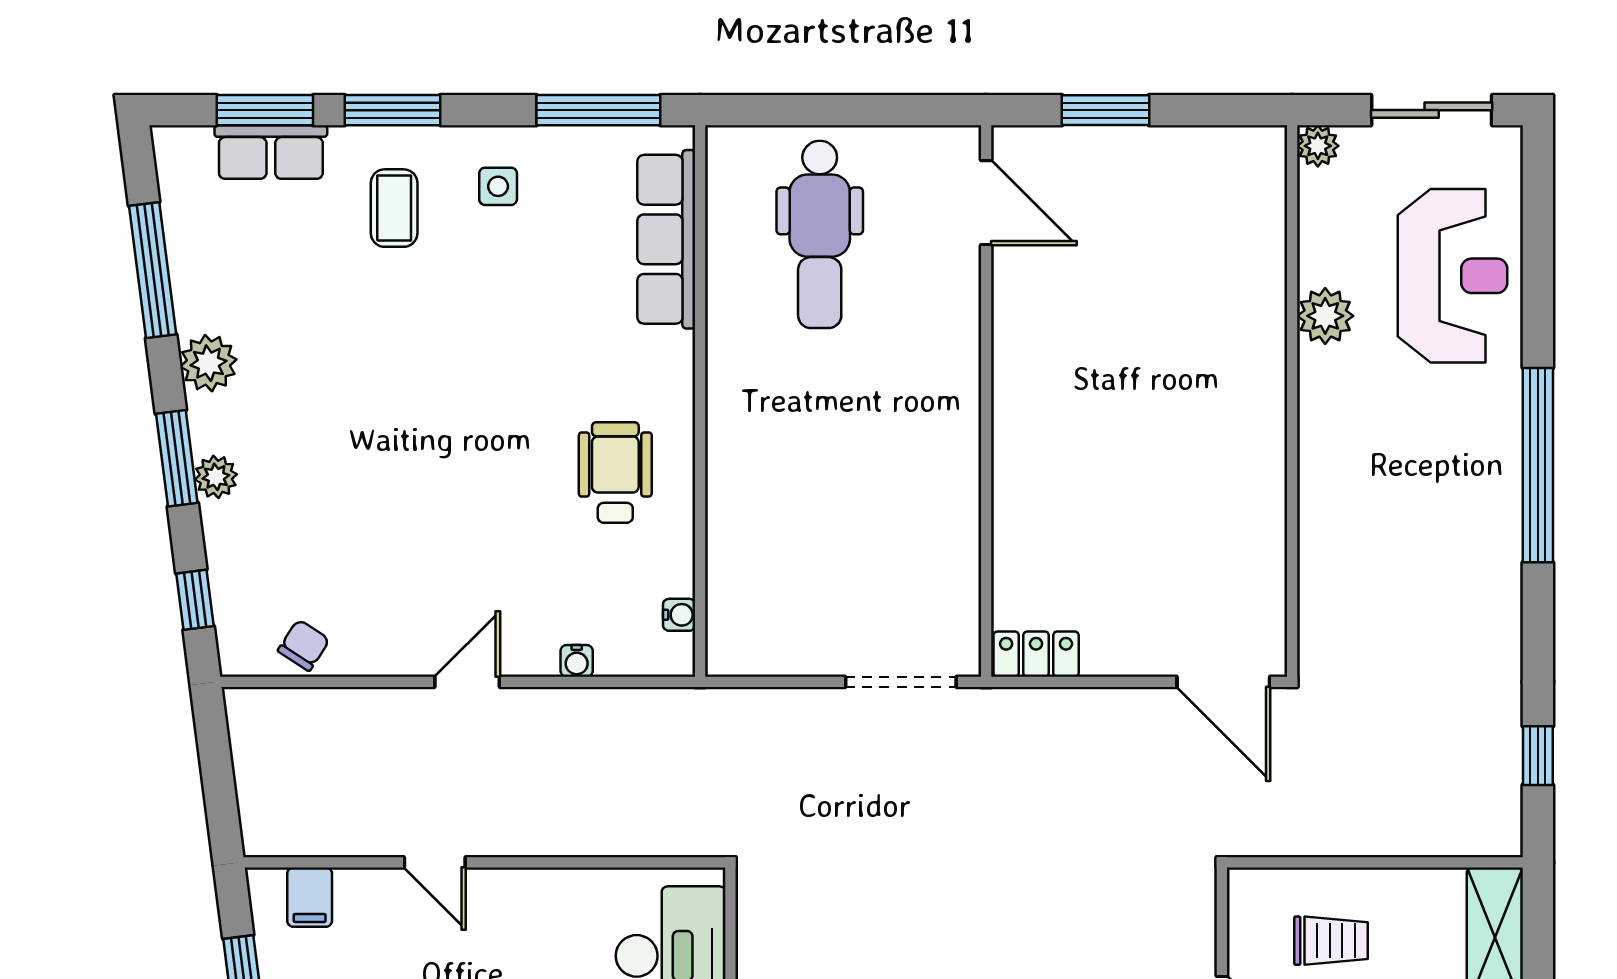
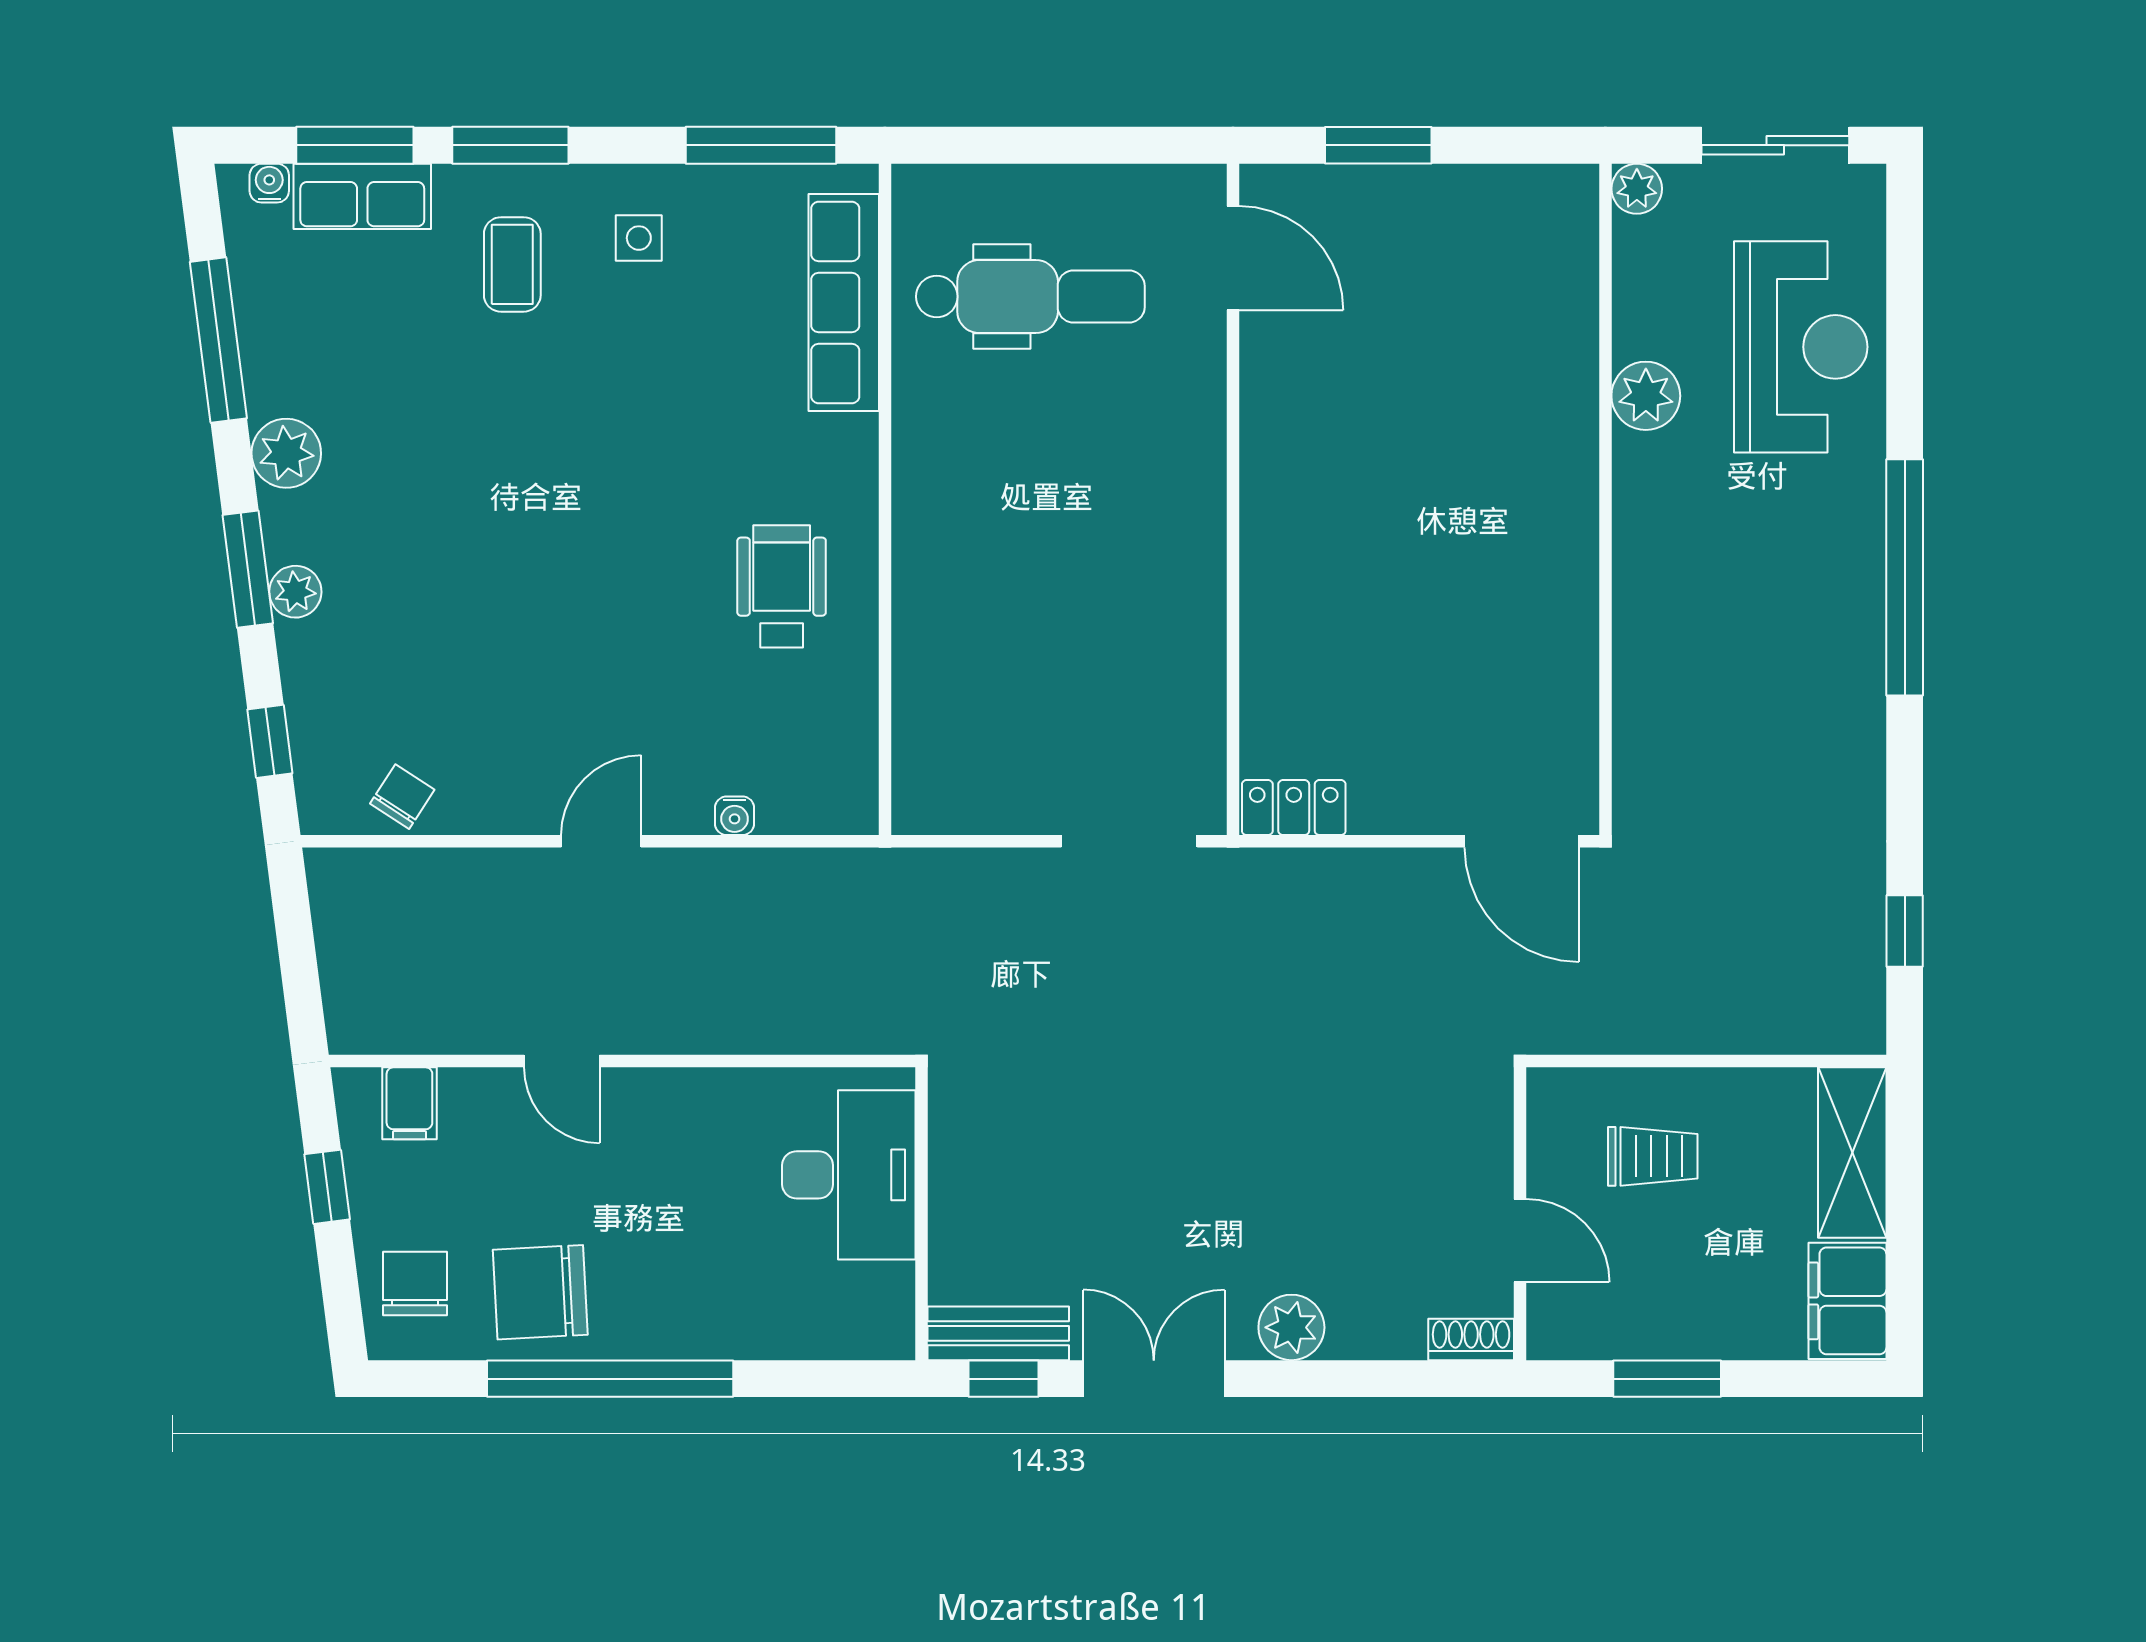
dental chair: (820, 234) -> (1030, 297), turned -90
water cooler: (679, 615) -> (269, 183), moved, turned -90

